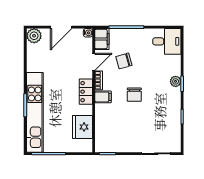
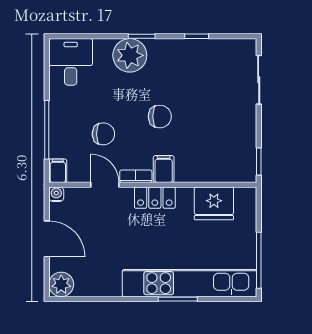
filing cabinet: (102, 39) -> (58, 171), width x0.50
chair: (124, 61) -> (103, 134), turned -74
plant: (176, 81) -> (130, 55), width x1.87, depth x1.87

